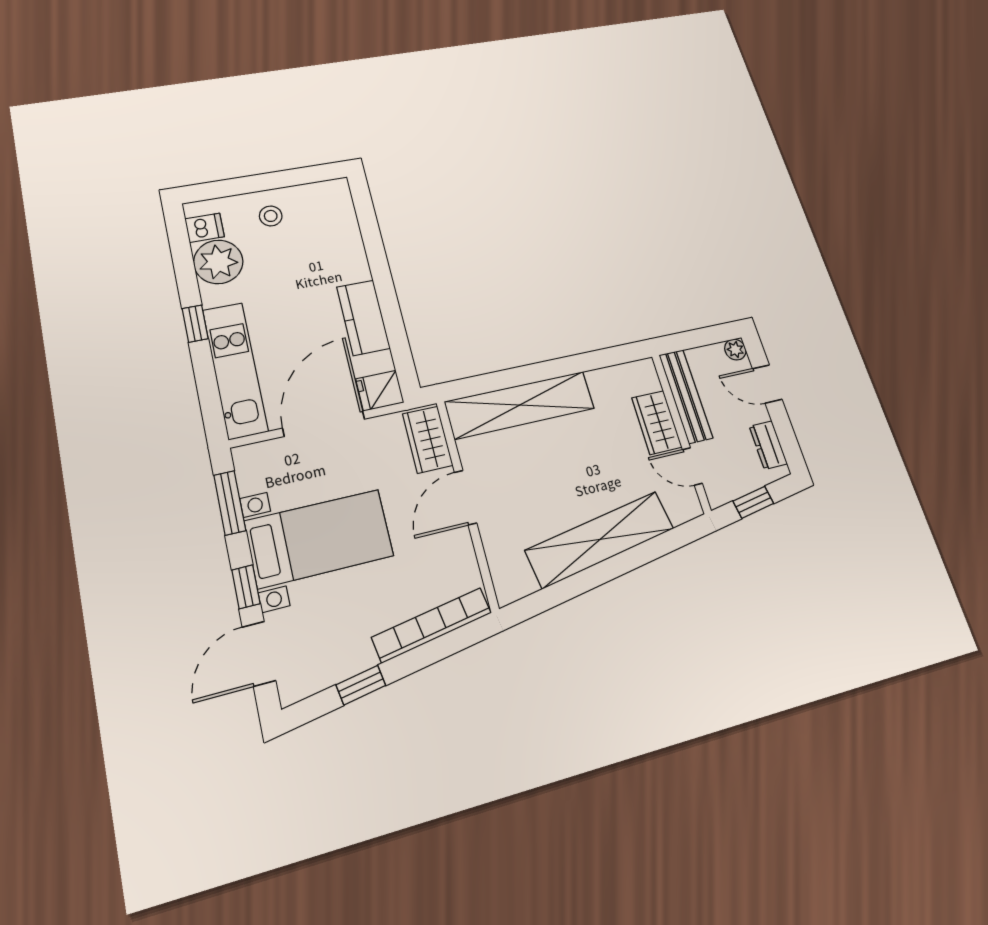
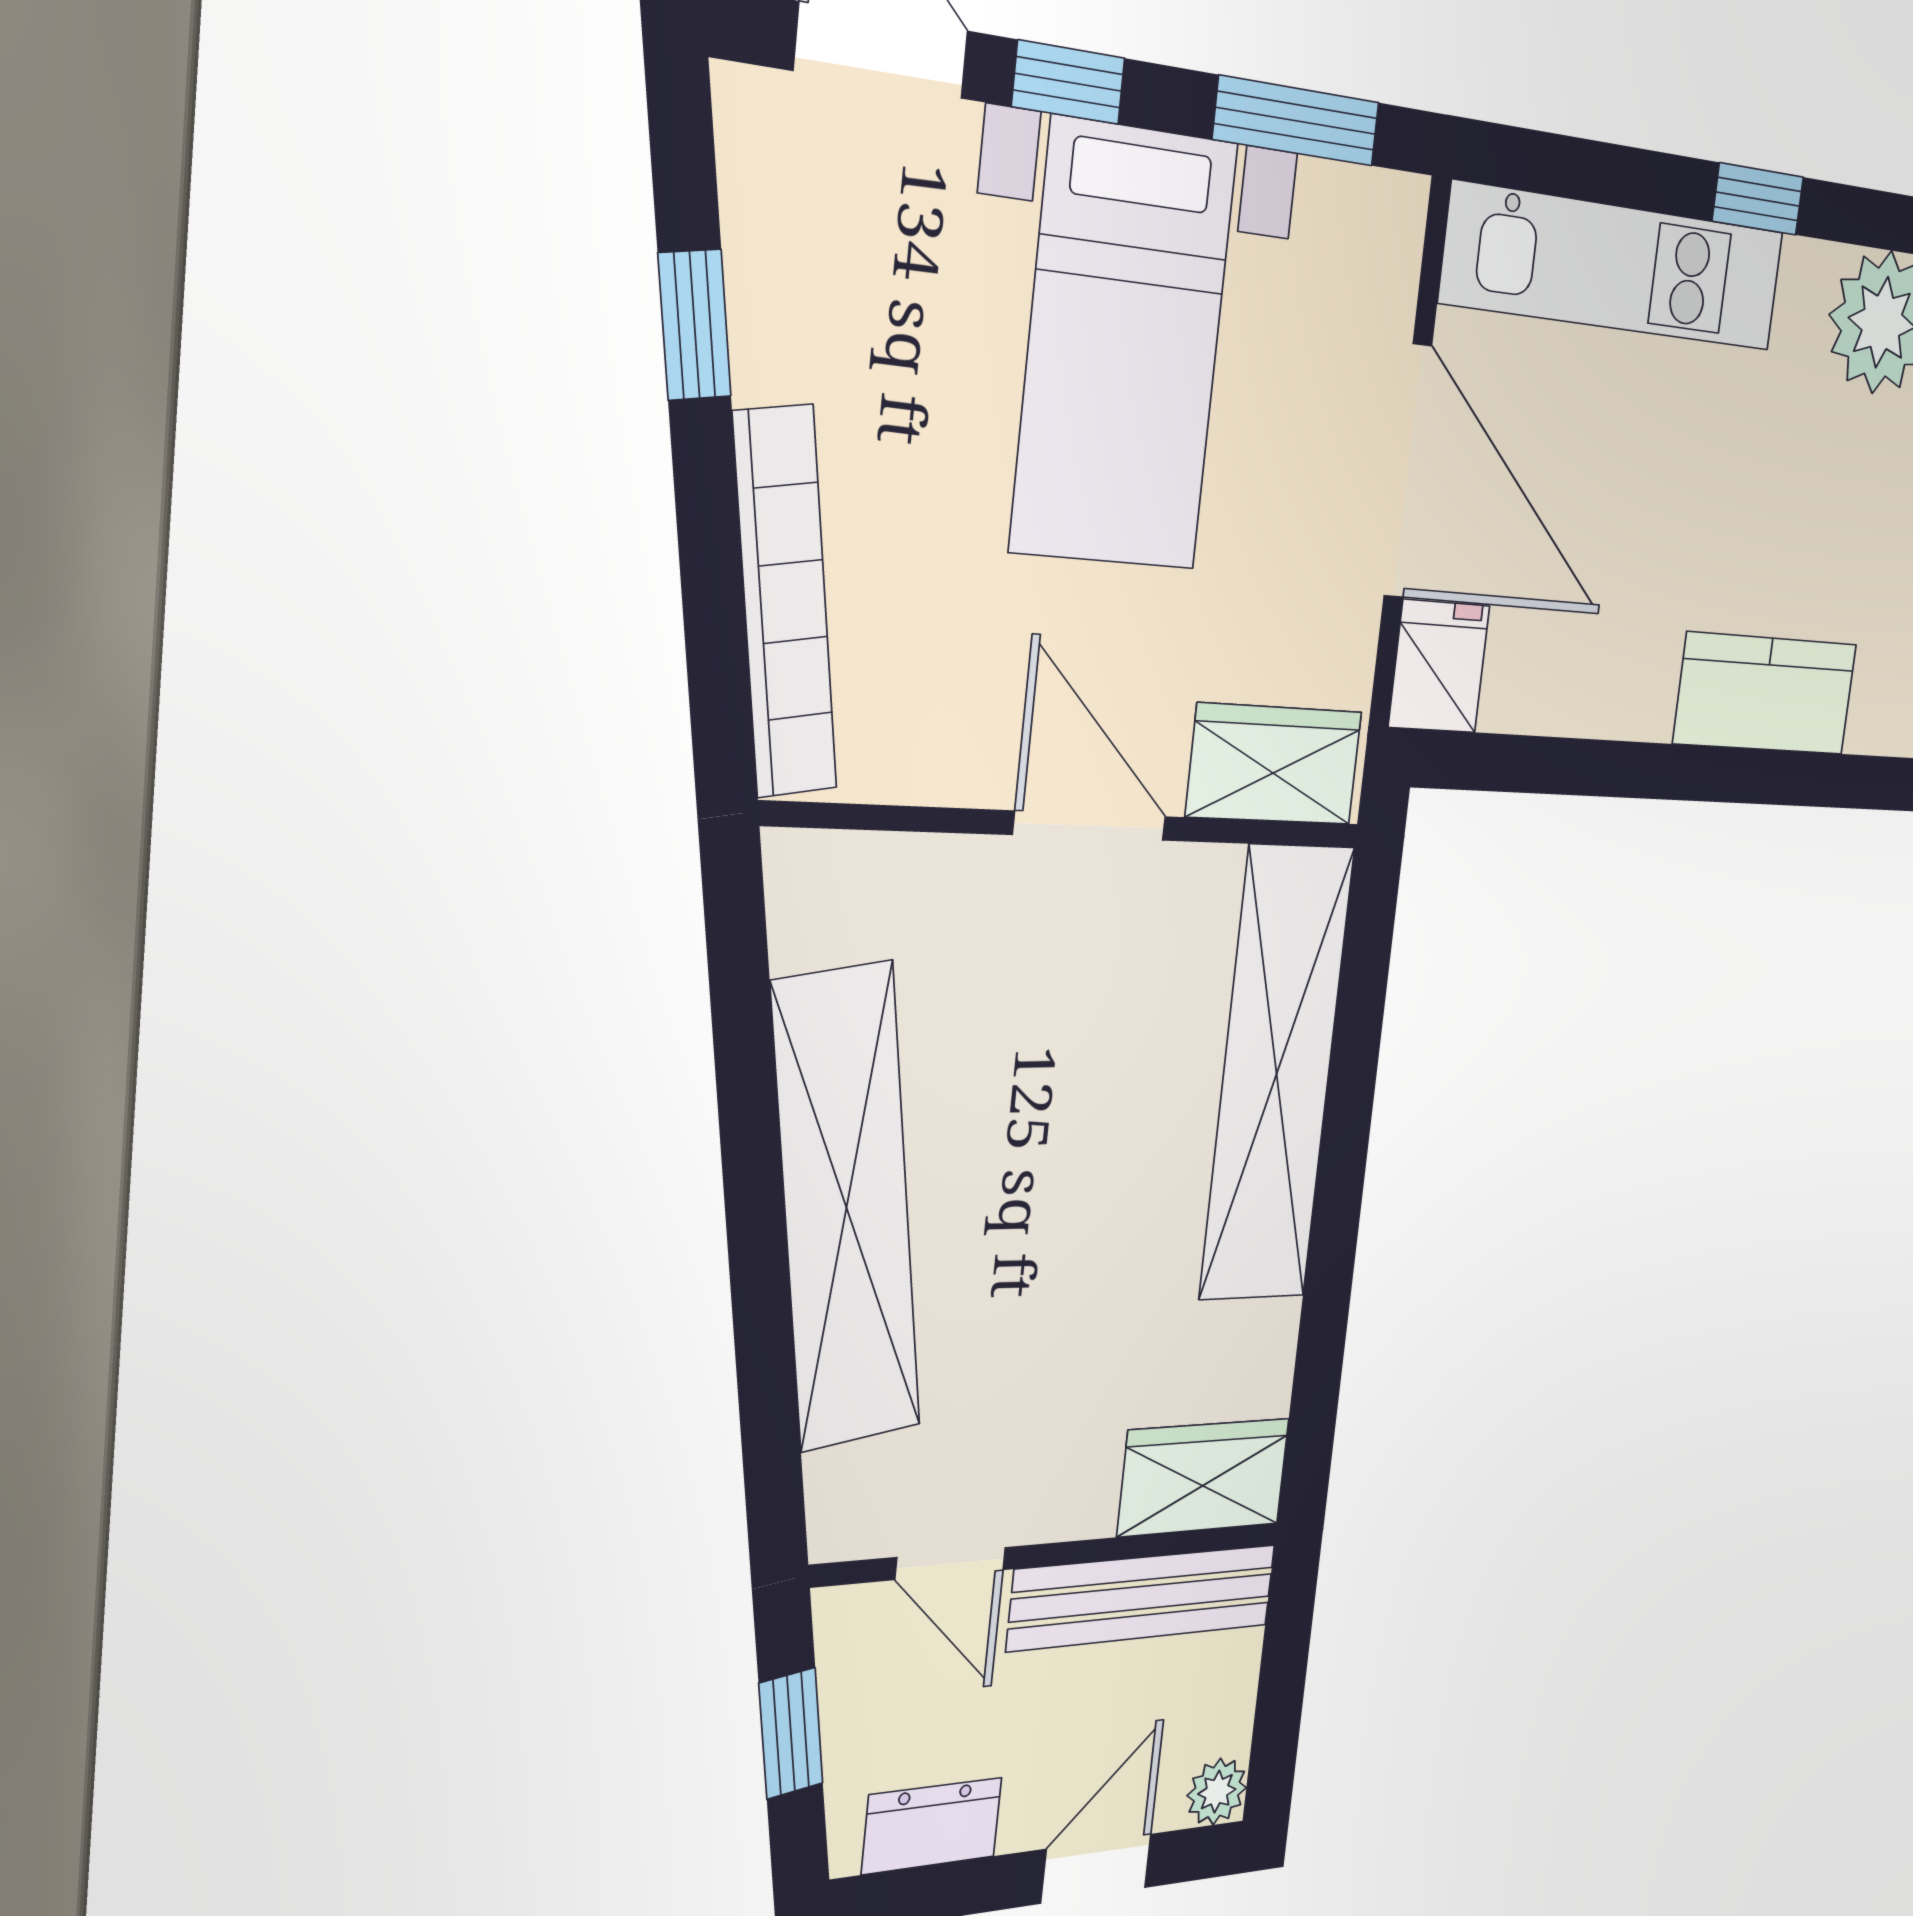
kitchen counter: (363, 318) -> (1765, 694), moved
wardrobe: (657, 422) -> (1204, 1477), moved
door: (692, 466) -> (950, 1564), swing flipped

